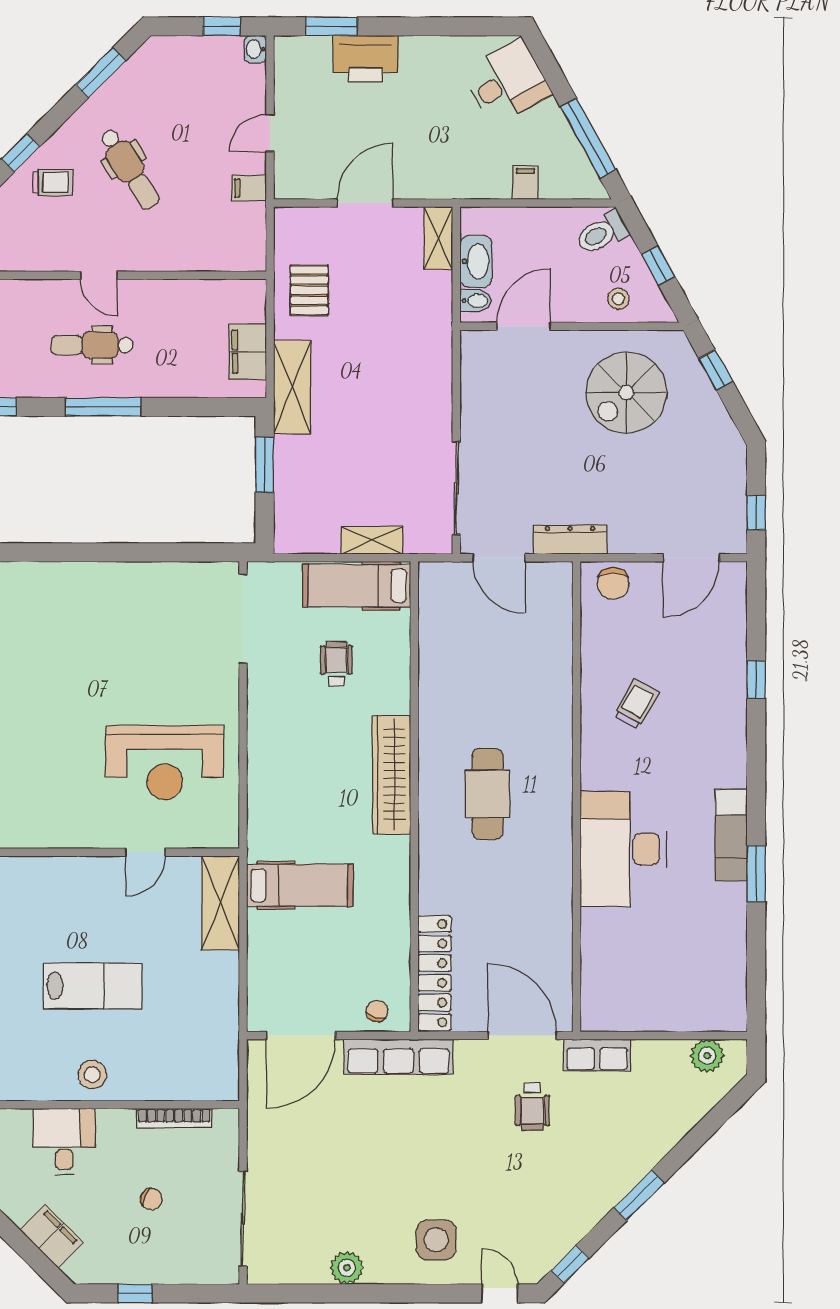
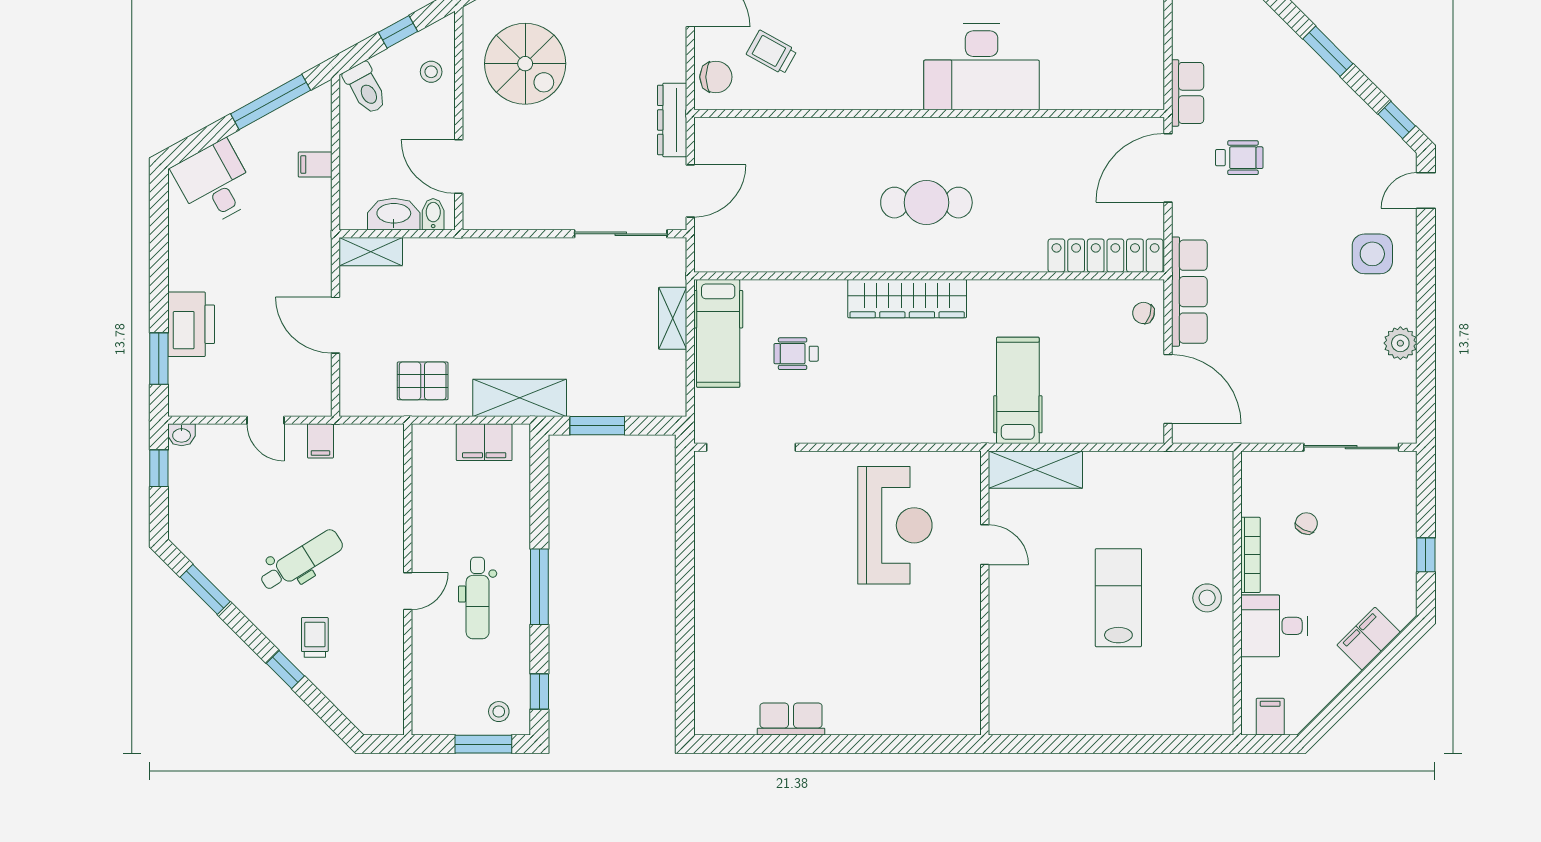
trolley: (636, 704) -> (772, 52), moved
bookcase: (174, 1118) -> (1250, 555), moved
chair: (151, 1199) -> (1306, 523), moved

